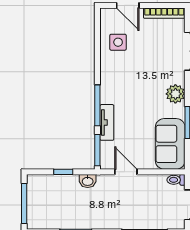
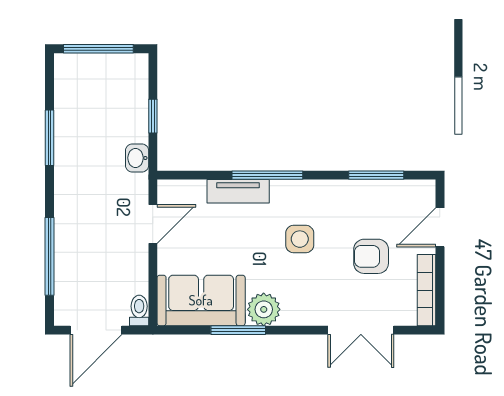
side table: (118, 42) -> (300, 239), moved
armchair: (145, 45) -> (371, 256), added
plant: (175, 94) -> (264, 309), moved
window: (97, 150) -> (376, 175), moved

